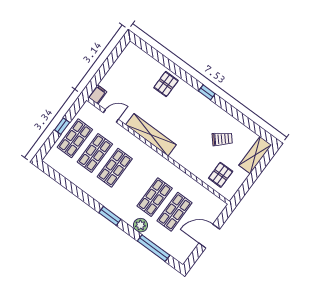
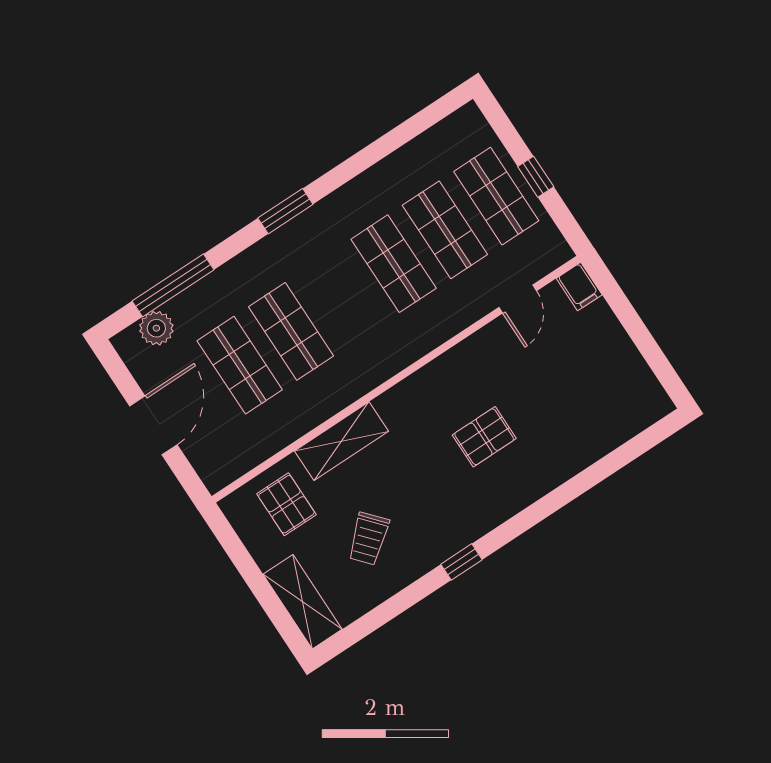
pallet: (166, 84) -> (484, 437), moved, turned 90
window: (207, 92) -> (462, 562), moved
shelving: (151, 135) -> (341, 441), moved, width x0.68
plant: (140, 225) -> (156, 328), moved

